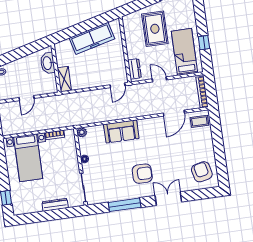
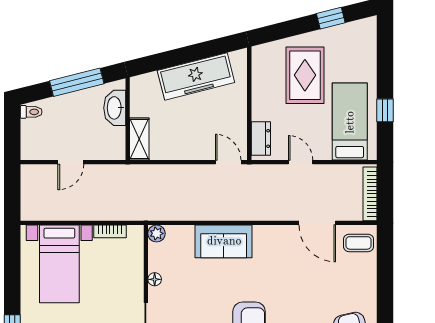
window: (23, 51) -> (77, 82), added
door: (118, 85) -> (228, 162), swing flipped
door: (174, 113) -> (317, 223), hinge flipped

